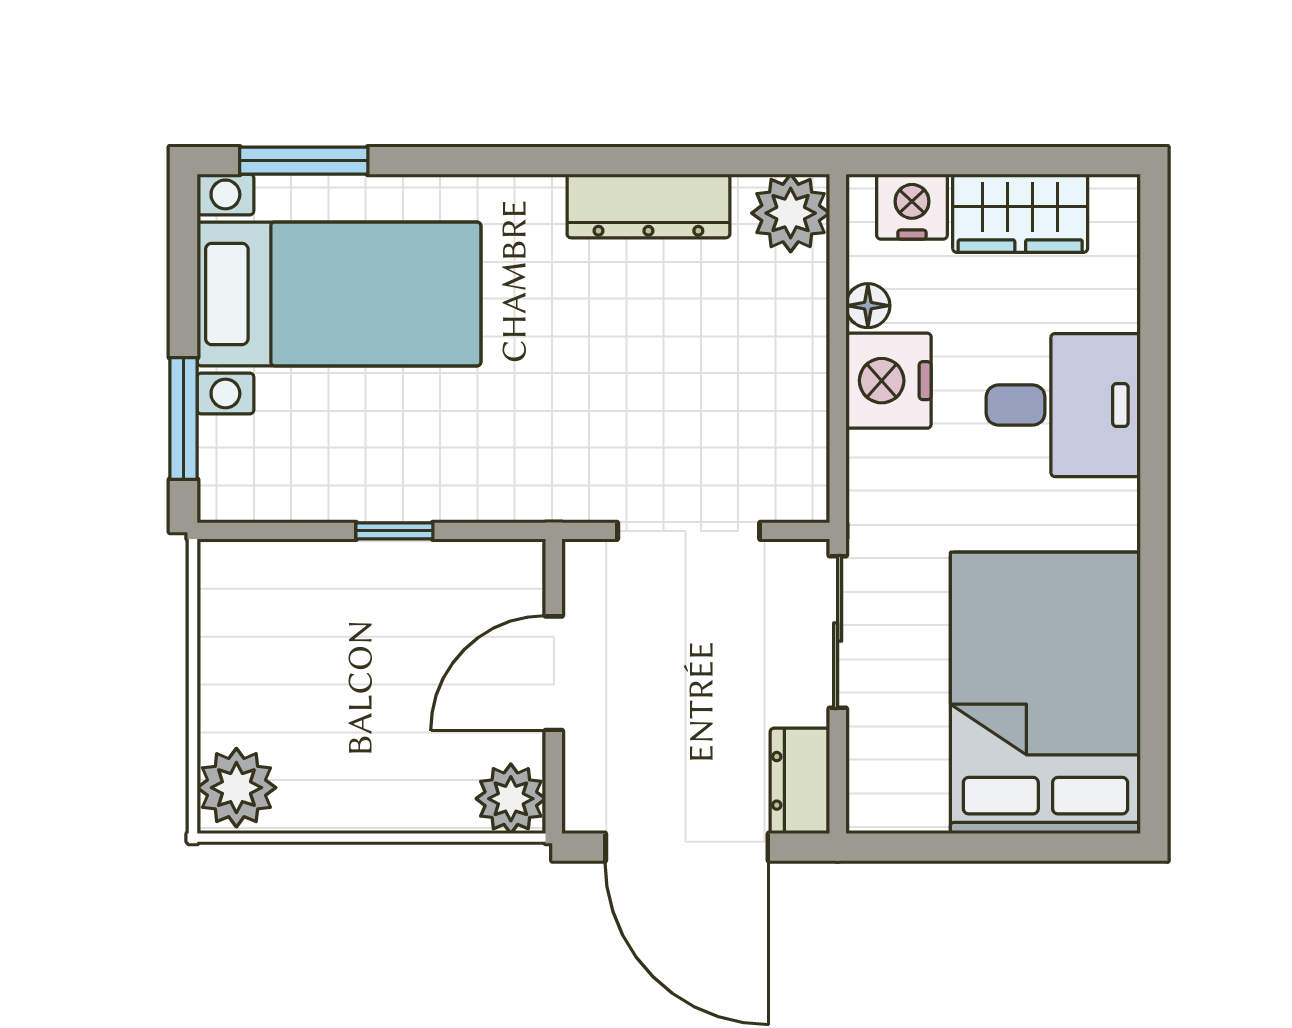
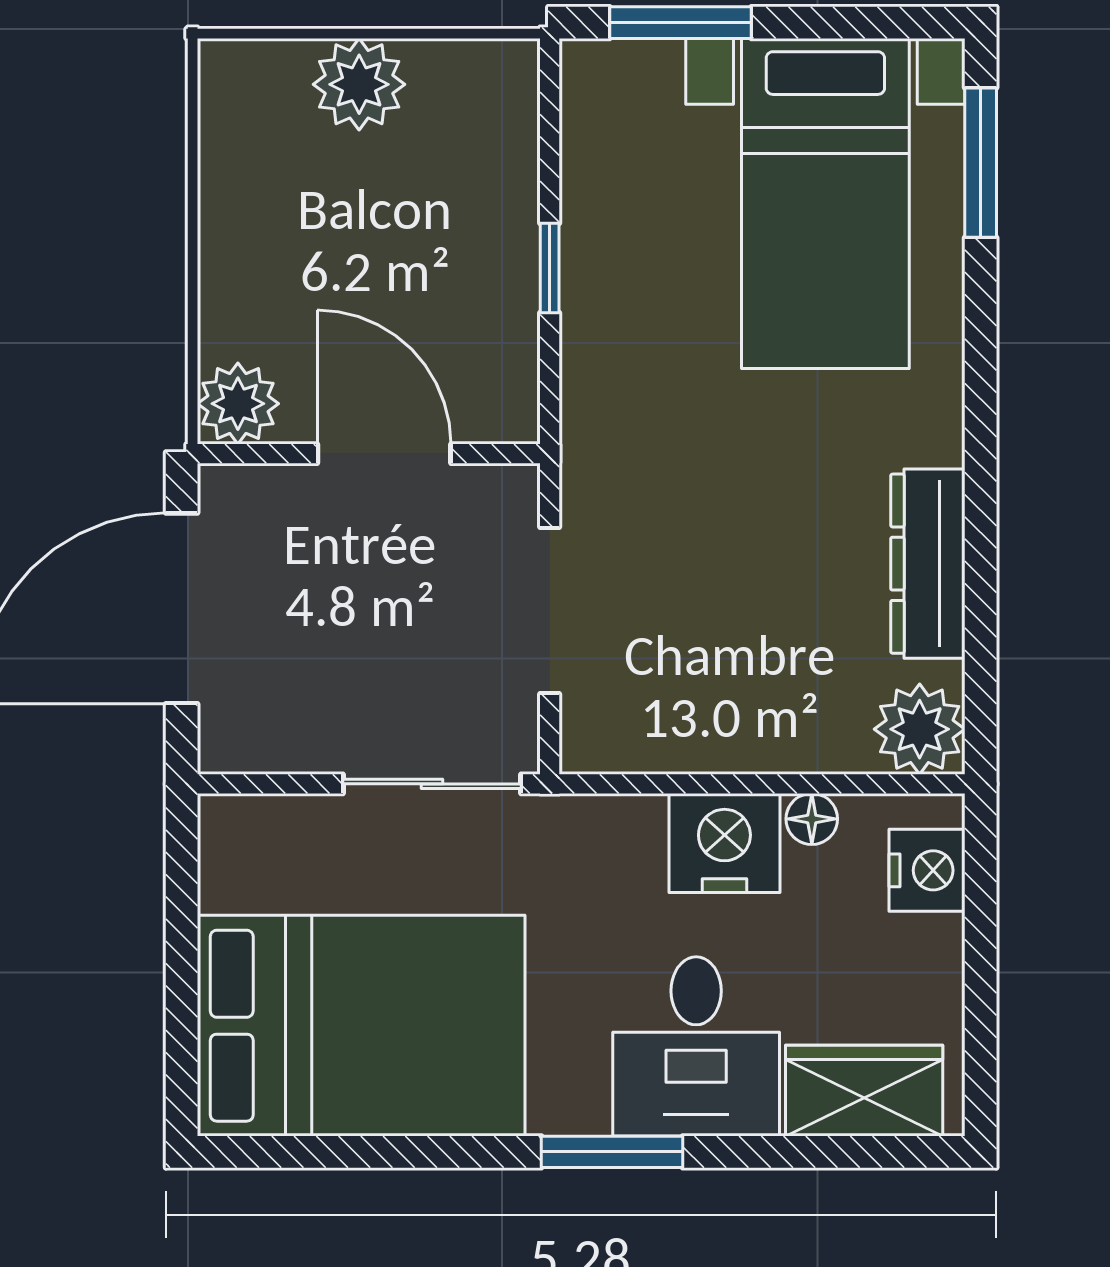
wardrobe: (1020, 213) -> (864, 1091), moved, turned 90
window: (1154, 477) -> (612, 1152), added
dresser: (800, 781) -> (259, 740), removed
plant: (236, 788) -> (359, 84), moved

